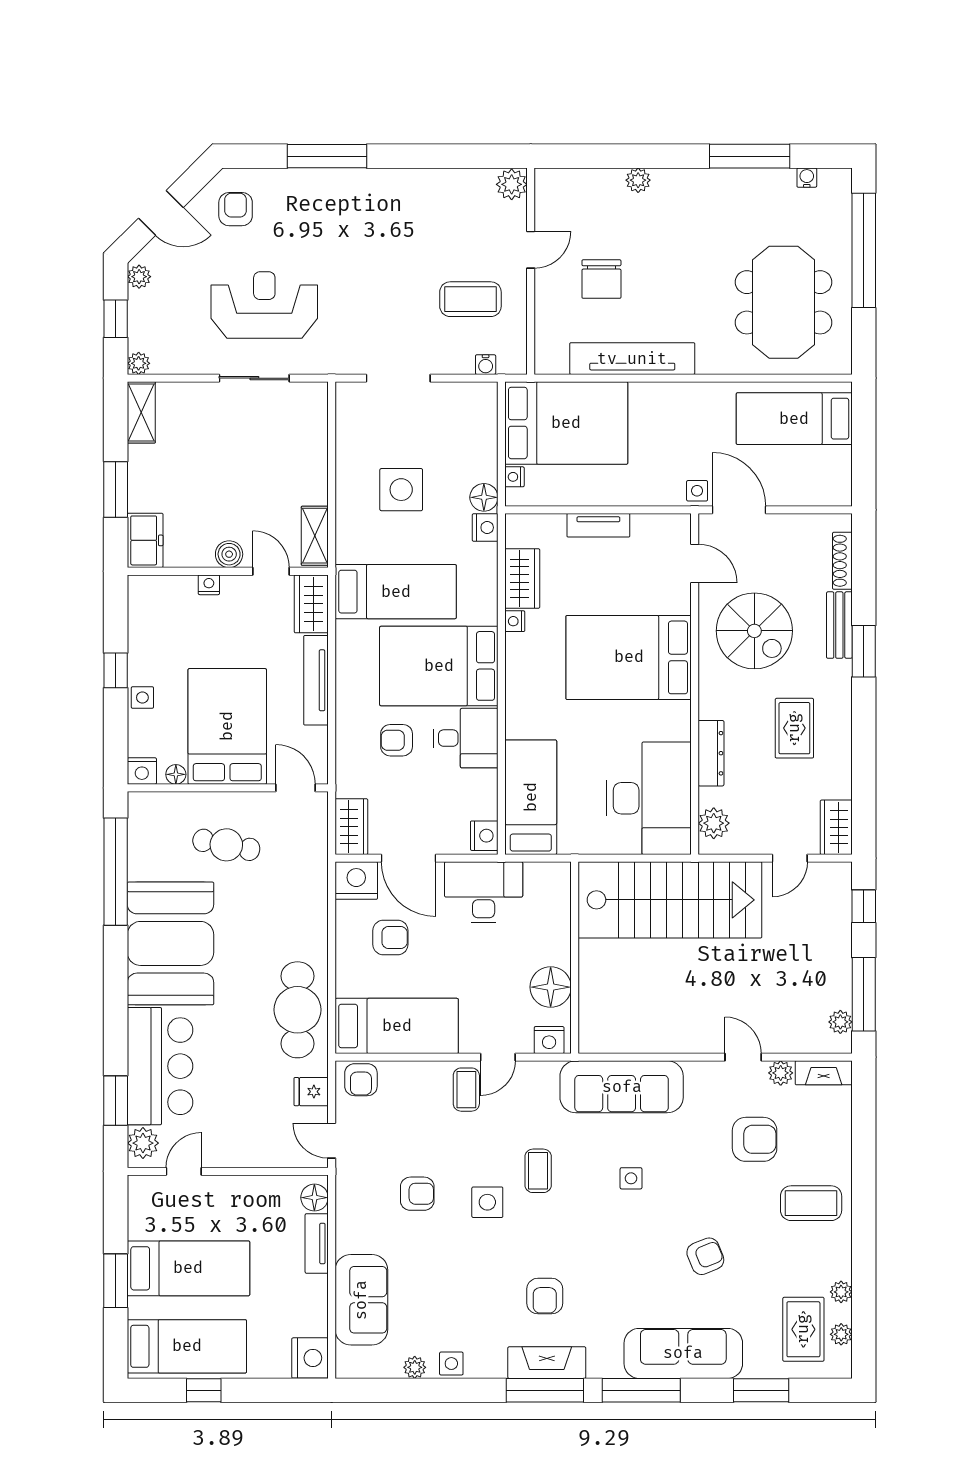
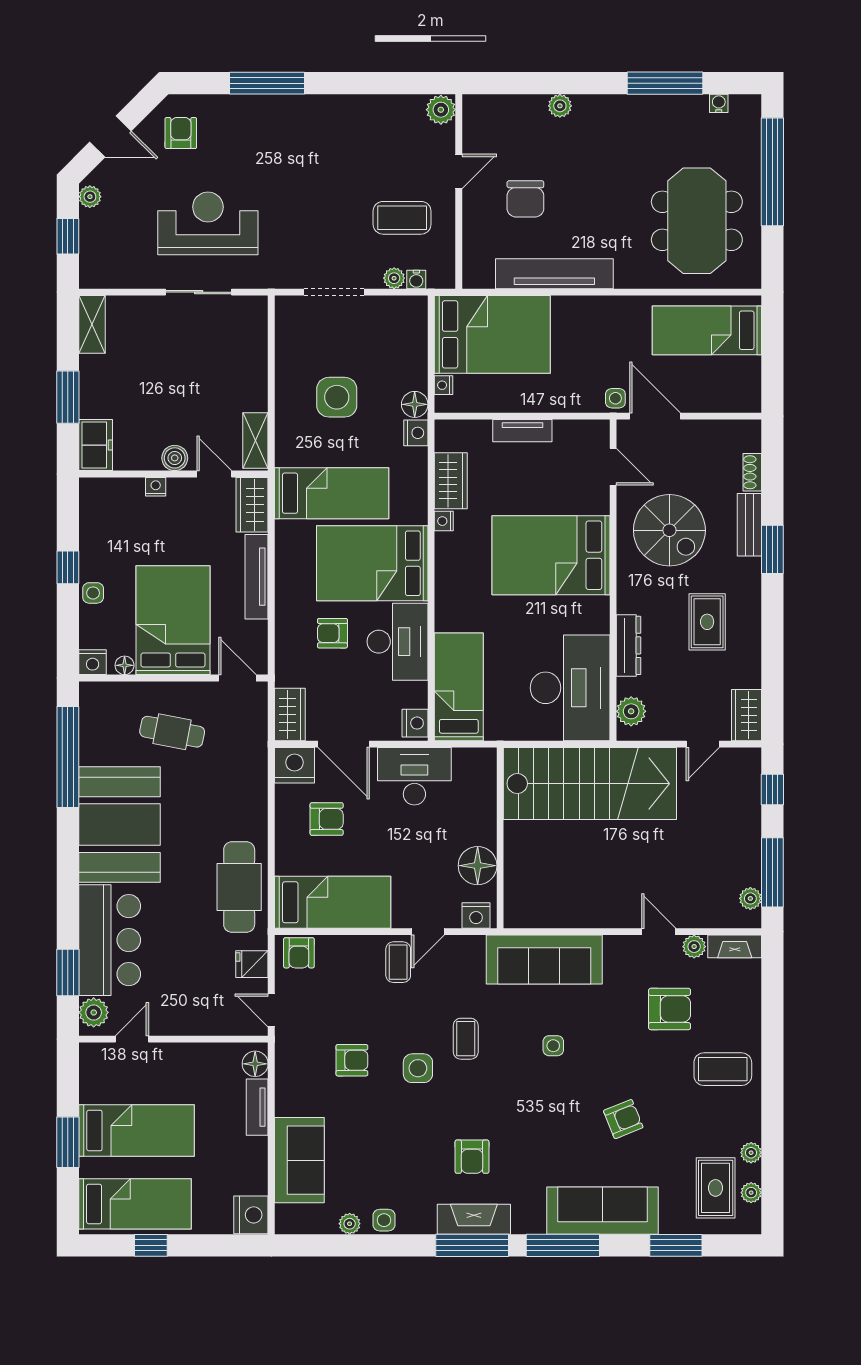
plant: (139, 363) -> (394, 278), moved
shoe rack: (842, 561) -> (752, 472), width x0.70
desk: (466, 738) -> (398, 642), width x1.37

